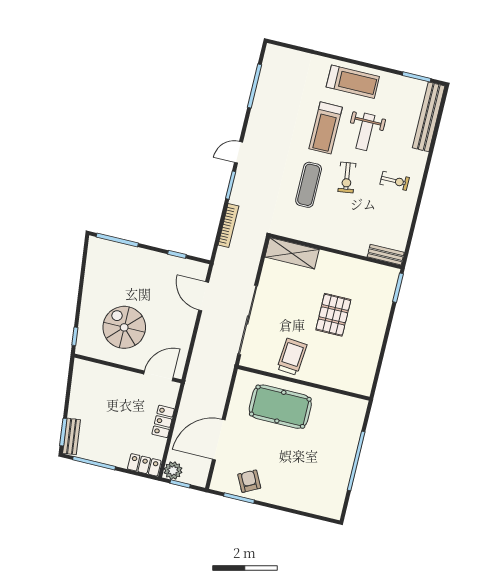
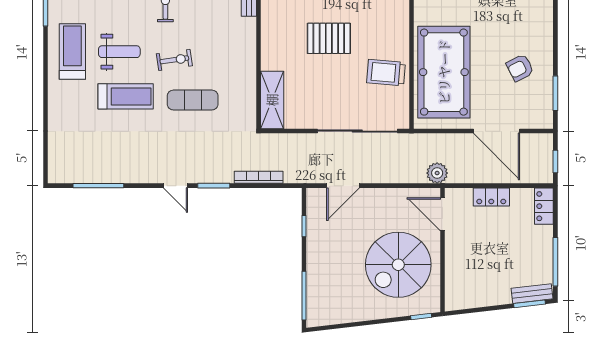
treadmill: (353, 82) -> (72, 52), moved
spiral stairs: (124, 327) -> (398, 265), width x1.37, depth x1.37
pool table: (280, 407) -> (444, 72), width x1.36, depth x1.32
plant: (173, 471) -> (437, 173), moved
armchair: (249, 481) -> (520, 68), moved

